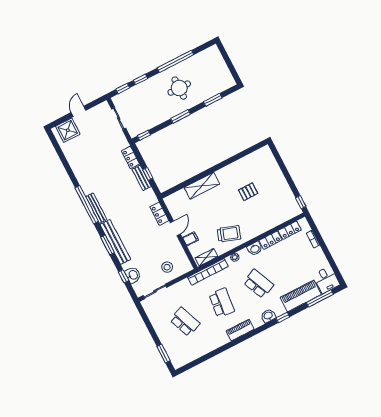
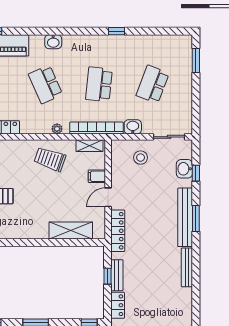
shelving: (202, 186) -> (71, 230), moved
window: (87, 205) -> (196, 277), removed
locker: (159, 214) -> (118, 231), width x1.53
washbasin: (255, 249) -> (133, 127), moved
window: (283, 318) -> (116, 31), moved
school desk: (185, 322) -> (153, 84), turned 42
piano: (240, 330) -> (94, 42), removed

